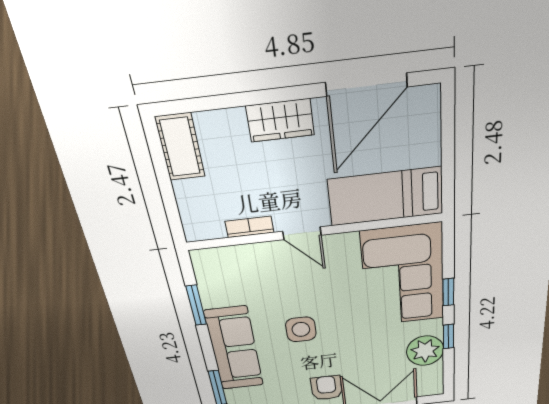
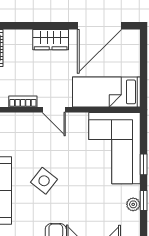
side table: (301, 329) -> (44, 181), turned 38
plant: (425, 351) -> (133, 204), width x0.53, depth x0.53

